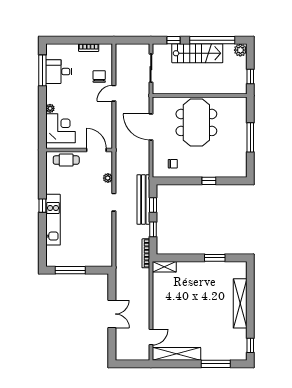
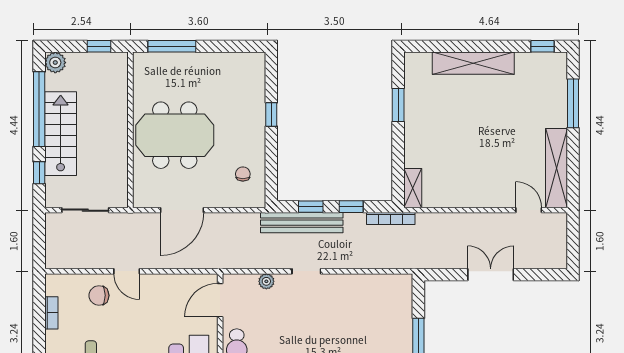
window: (250, 137) -> (172, 46), moved

